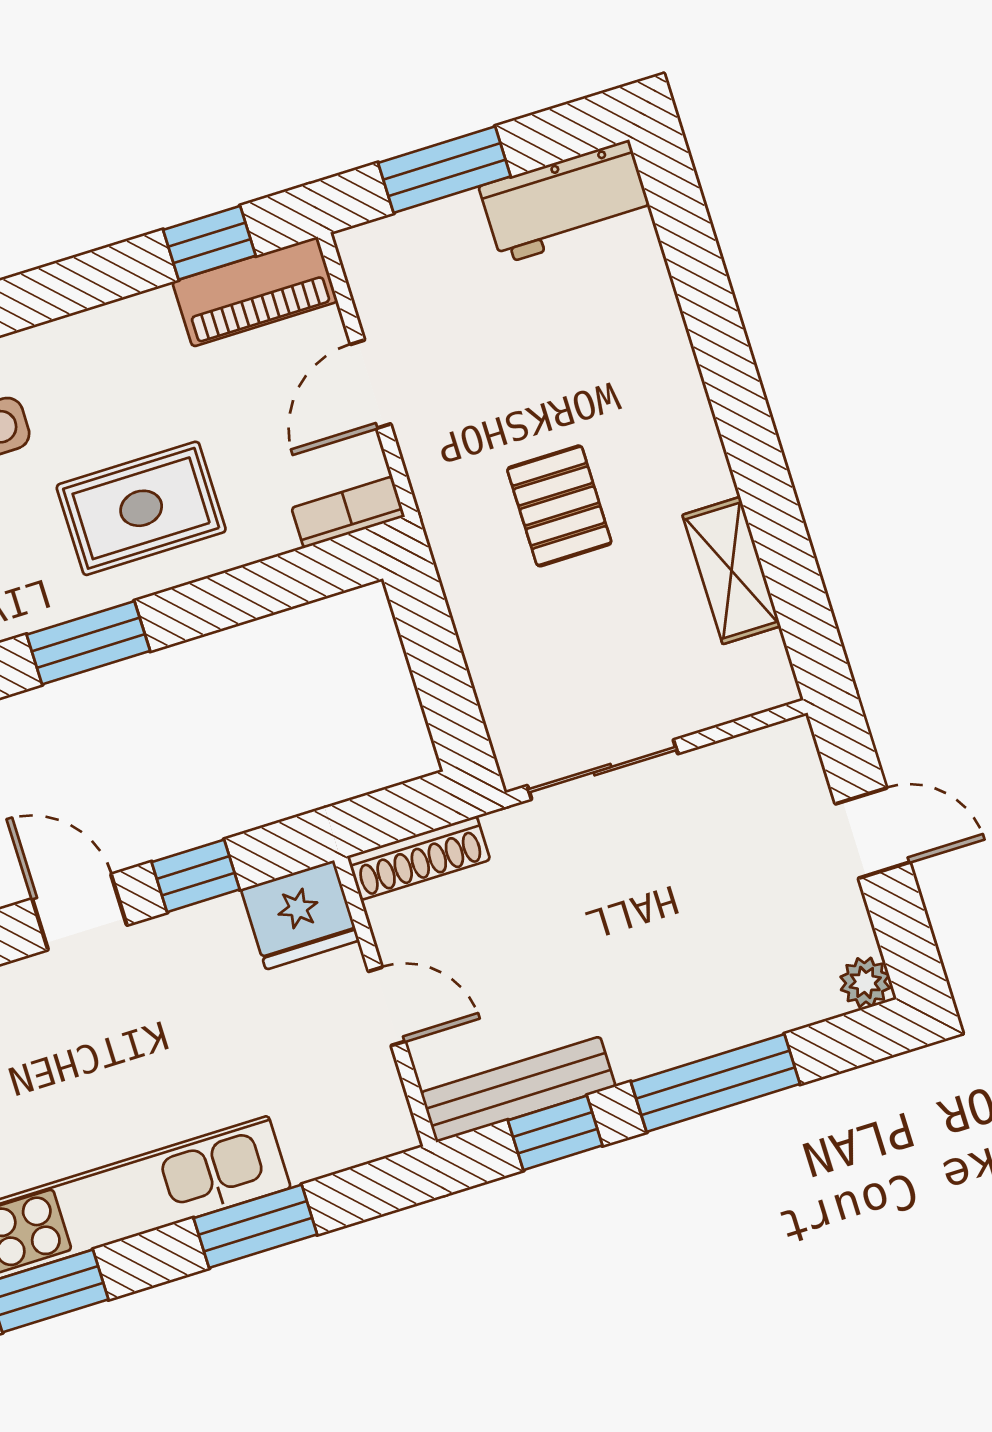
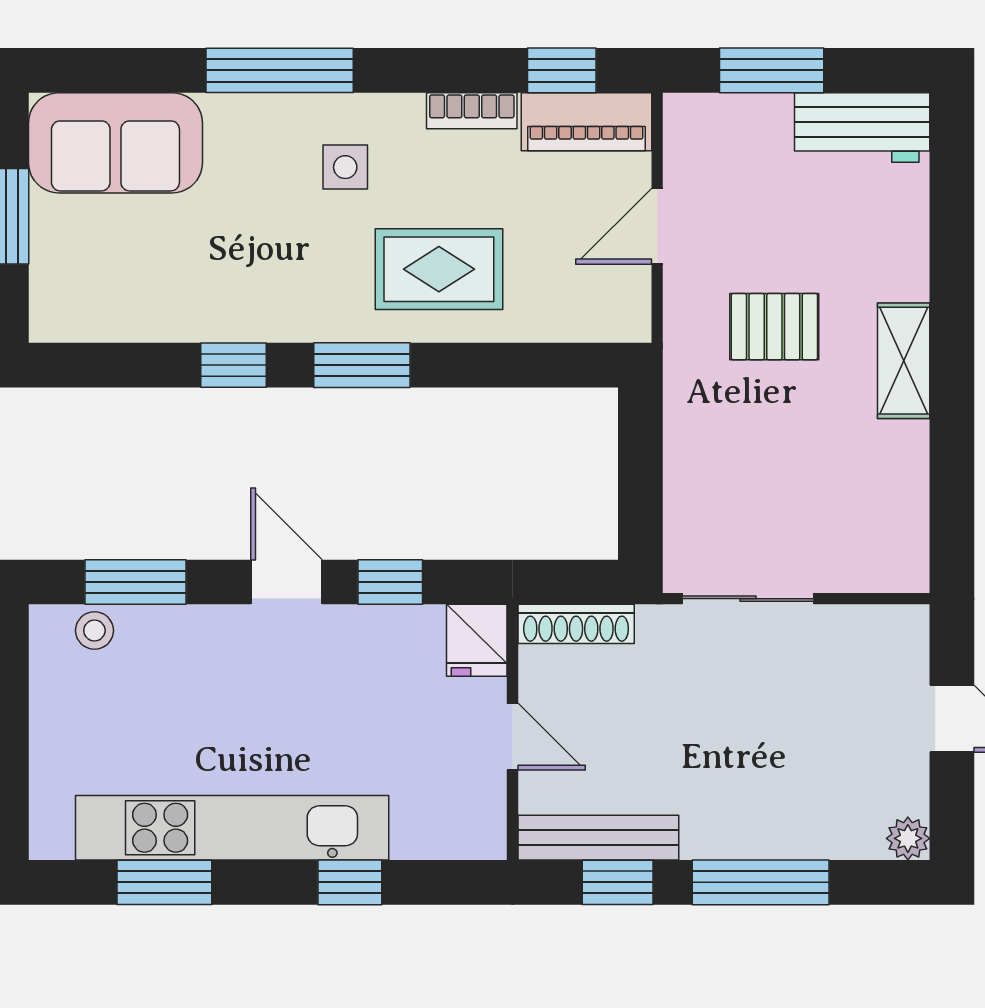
pallet: (559, 506) -> (774, 327), moved, turned 90
bookcase: (348, 512) -> (472, 111), moved, turned 180
shelving: (731, 570) -> (904, 361), moved
fridge: (300, 915) -> (477, 640), width x0.72
window: (255, 1226) -> (350, 882), width x0.67

